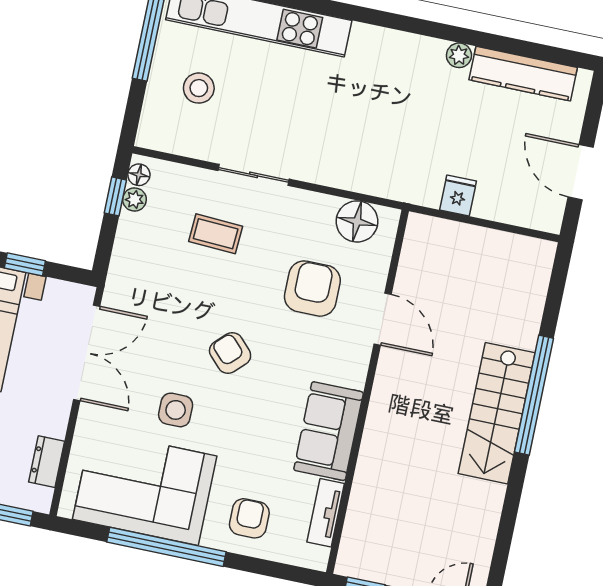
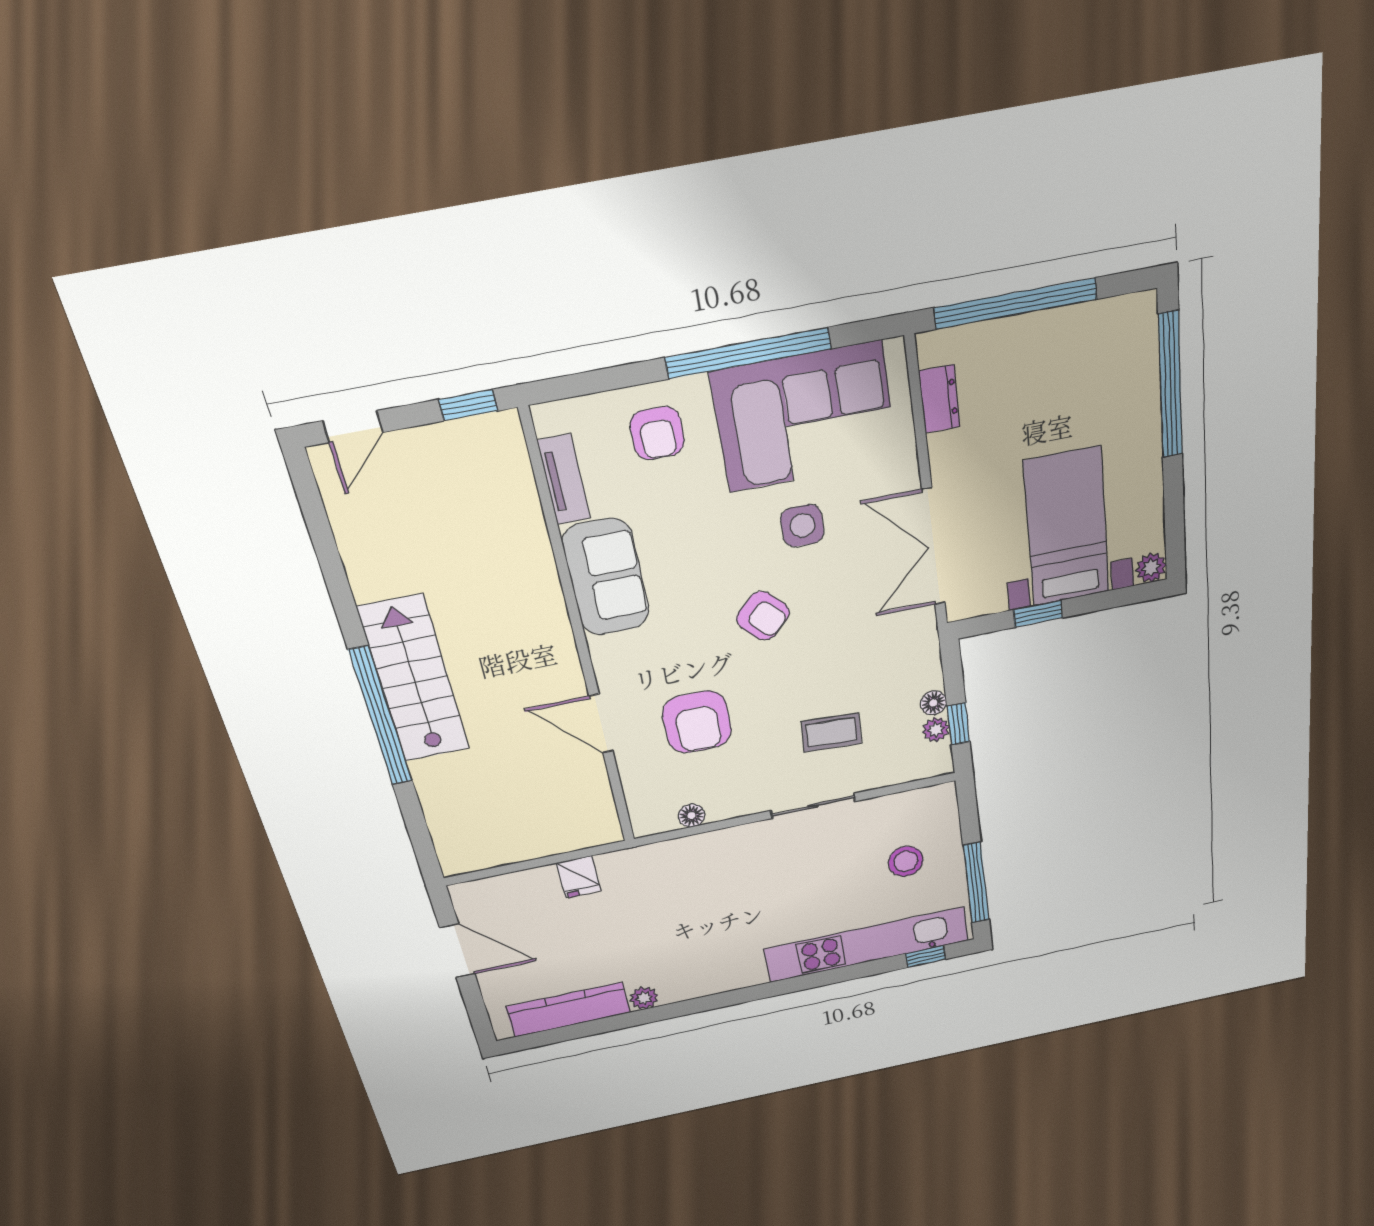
floor lamp: (139, 175) -> (934, 703), moved
floor lamp: (357, 221) -> (692, 816), width x0.53, depth x0.53

